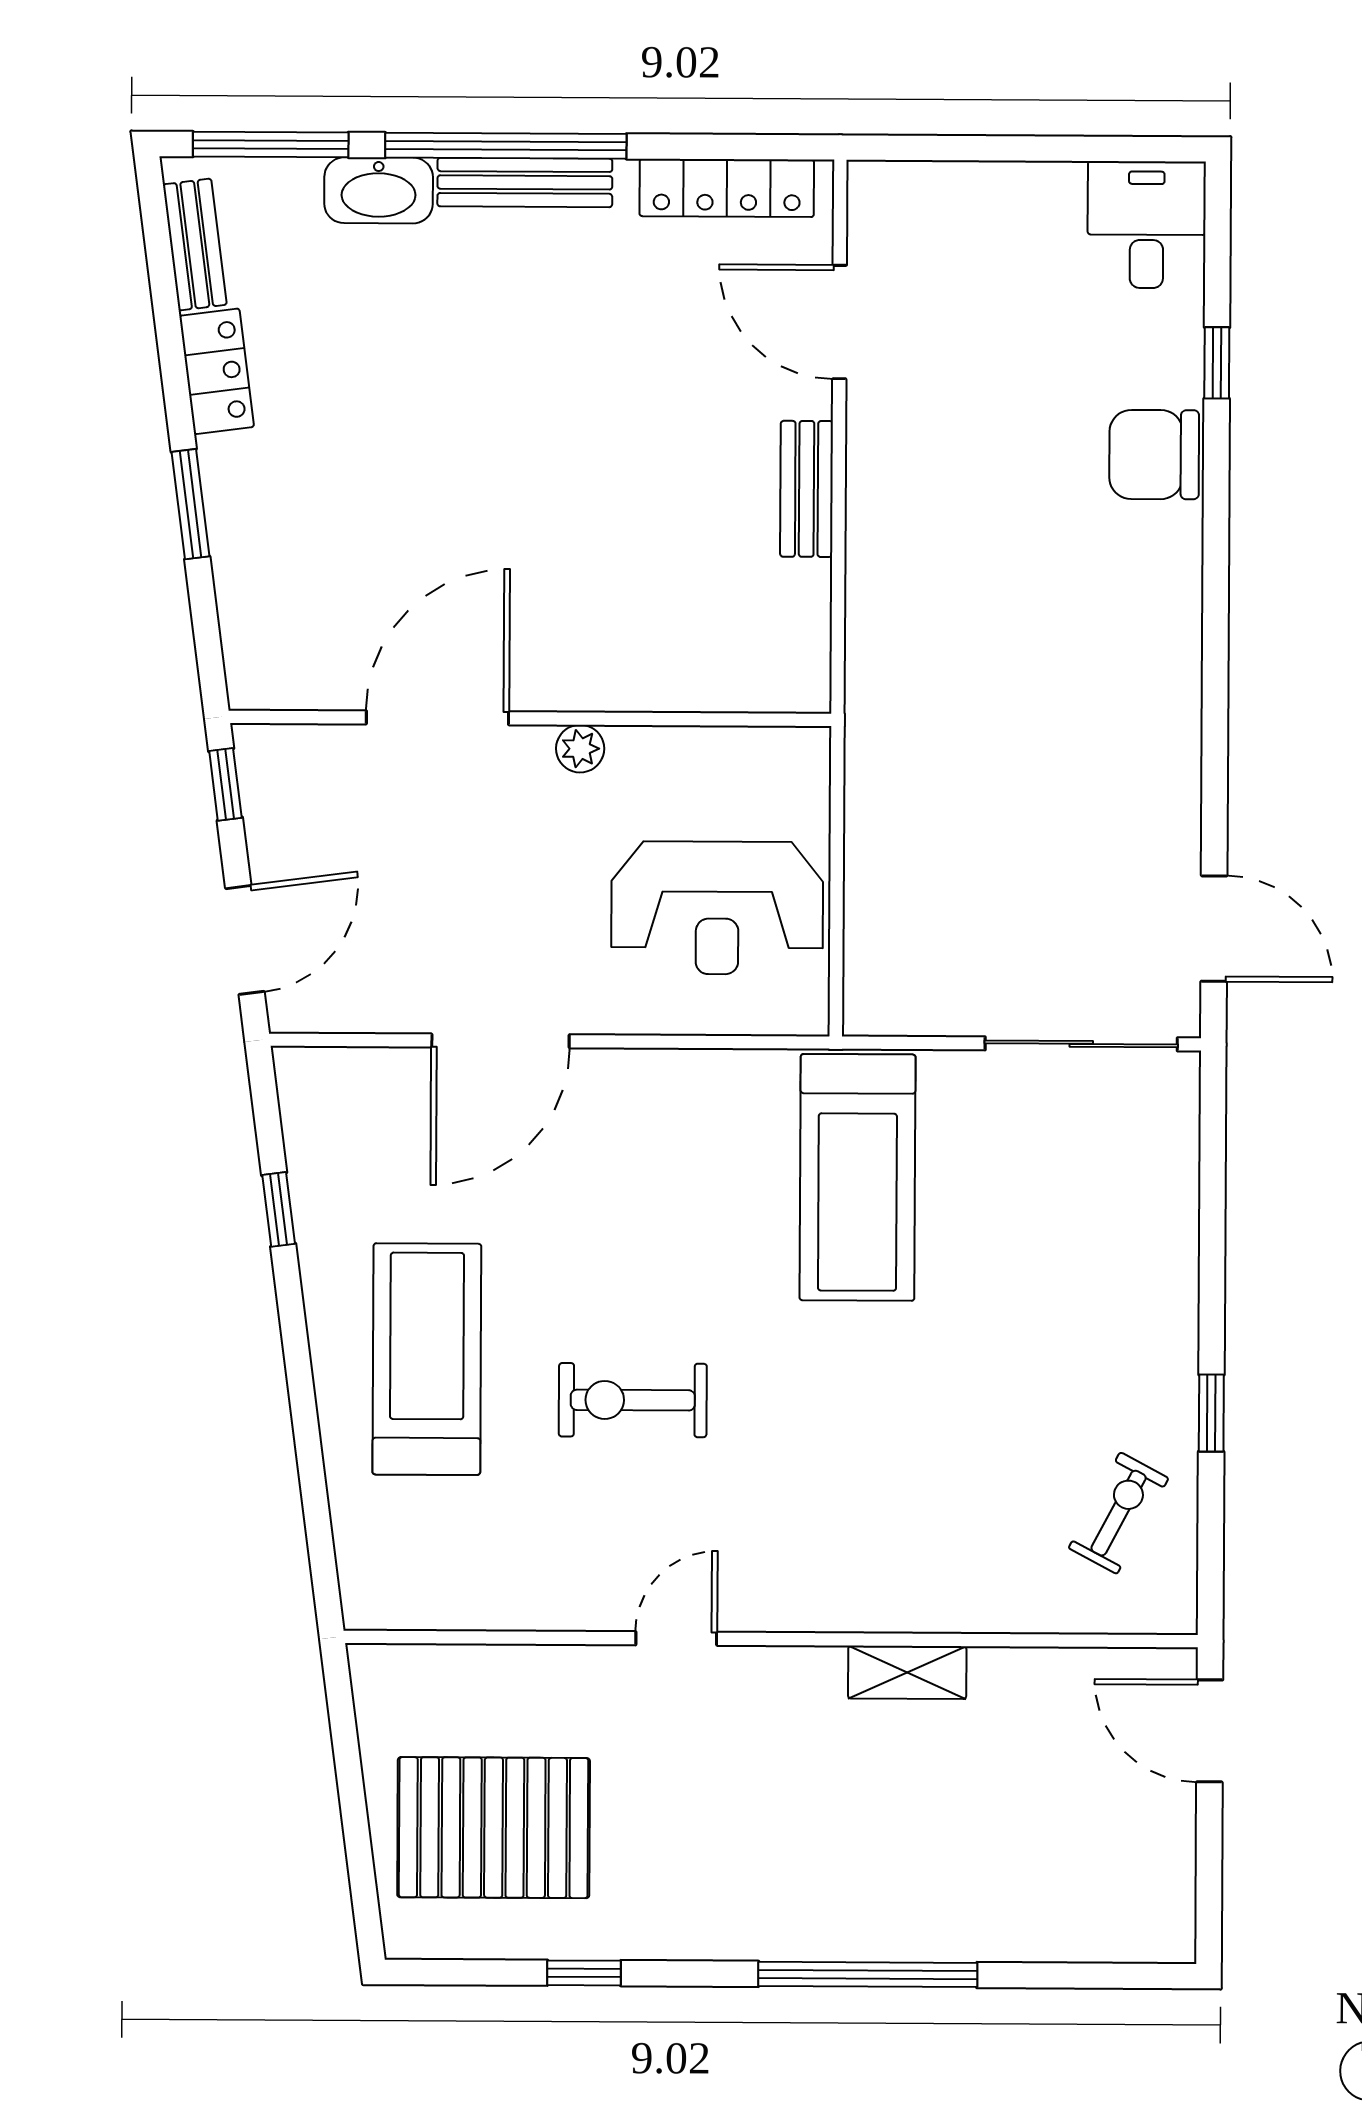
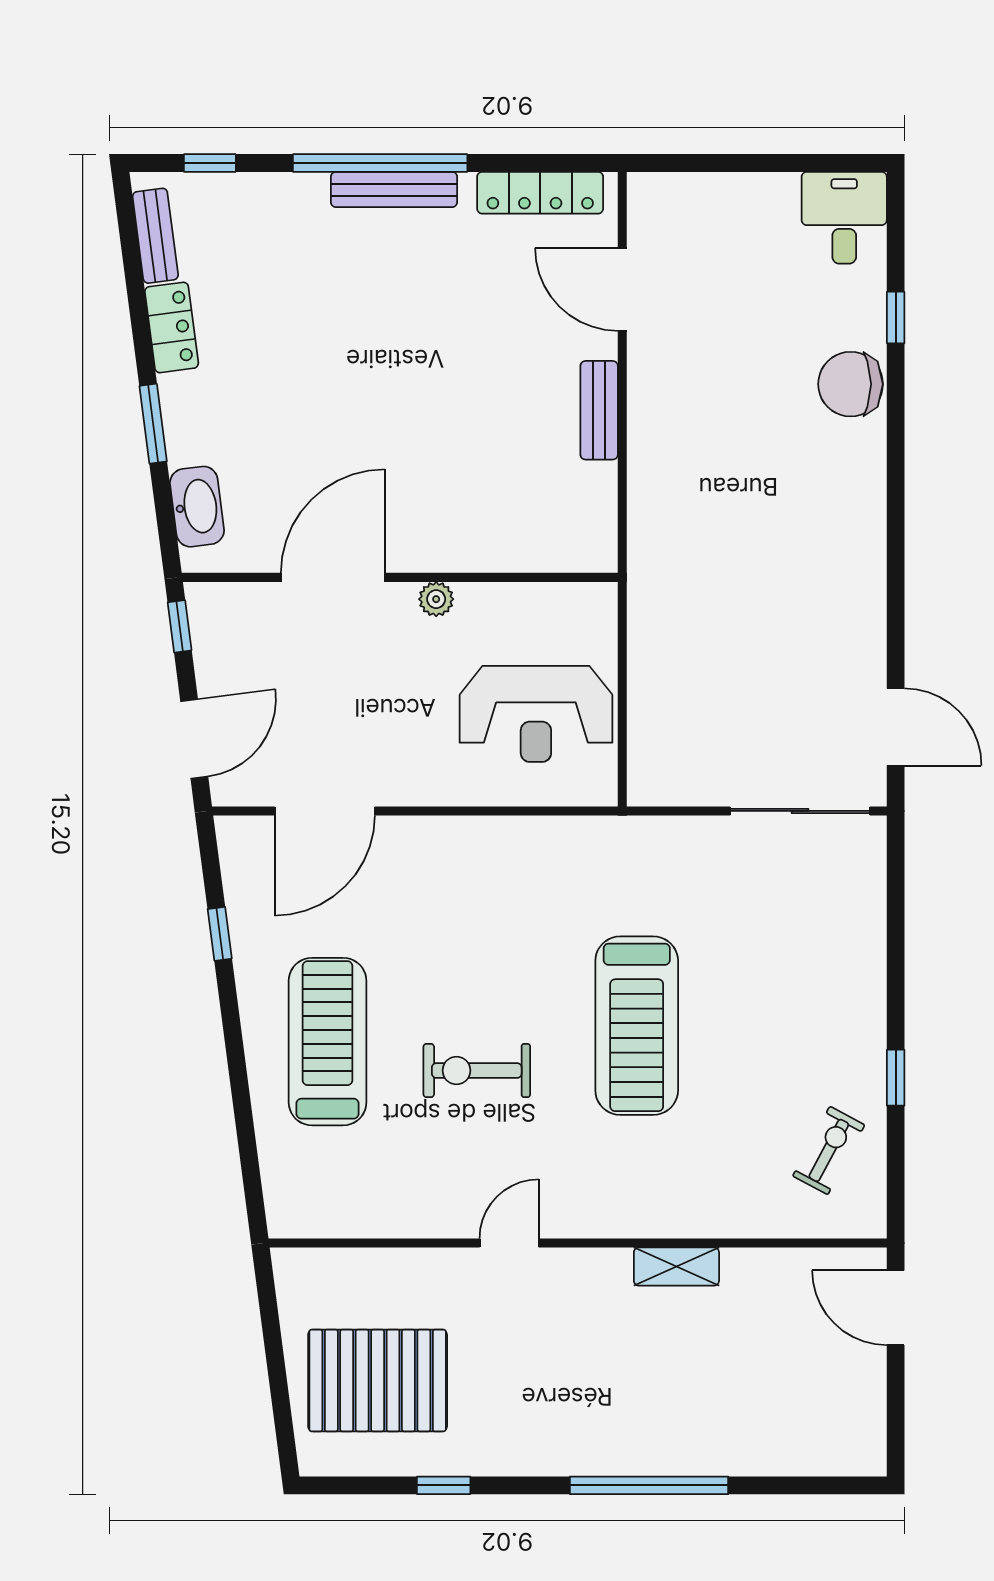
window: (271, 145) -> (210, 163), width x0.46
washbasin: (379, 190) -> (197, 507), moved, turned -97
door: (500, 1041) -> (325, 811), moved
treadmill: (858, 1177) -> (637, 1026), moved

